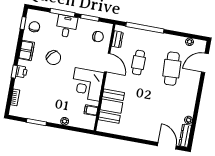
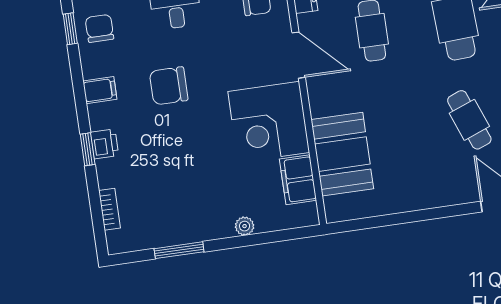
filing cabinet: (27, 50) -> (100, 90), width x0.50
chair: (53, 58) -> (169, 86), turned 139
cafe table: (164, 109) -> (469, 120), added
filing cabinet: (91, 110) -> (298, 180), width x2.00

